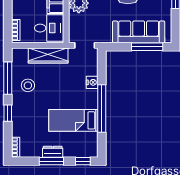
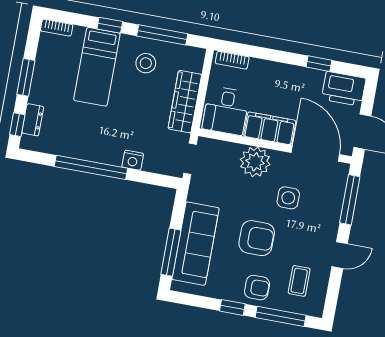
bed: (73, 120) -> (97, 67), moved, turned 180
dresser: (53, 152) -> (33, 120), moved

